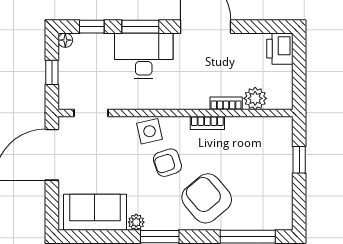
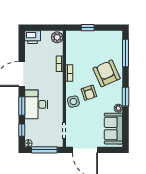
window: (52, 72) -> (44, 150), width x2.17
plant: (255, 98) -> (57, 37), moved
armchair: (207, 198) -> (107, 73), turned 106

